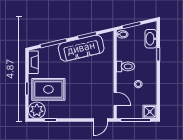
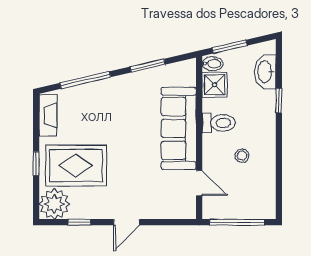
sofa: (81, 48) -> (179, 128), moved, turned 103
shower: (150, 112) -> (215, 85), moved
door: (101, 120) -> (127, 222), moved

